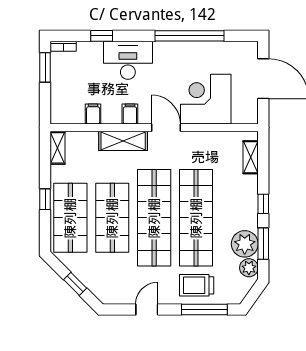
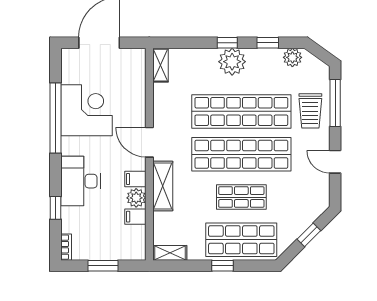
window: (45, 67) -> (103, 266), moved
corner desk: (206, 99) -> (86, 110), moved, turned 180
plant: (111, 115) -> (136, 198), added
door: (166, 128) -> (149, 142), hinge flipped
shelving: (251, 157) -> (161, 65), moved, turned 90
shop shelf: (112, 218) -> (241, 197), width x0.70, depth x0.74
plant: (245, 244) -> (232, 62), moved
window: (263, 244) -> (268, 43), width x0.67

